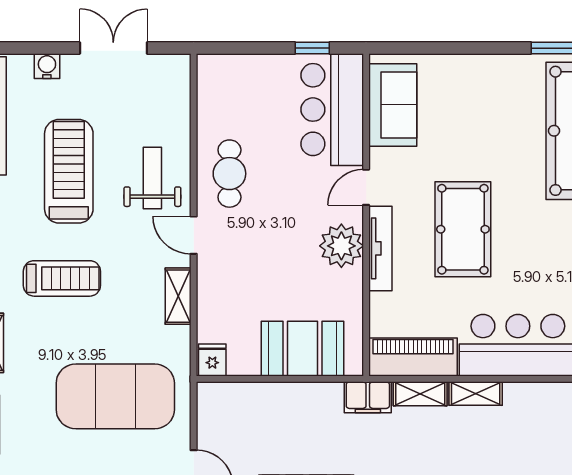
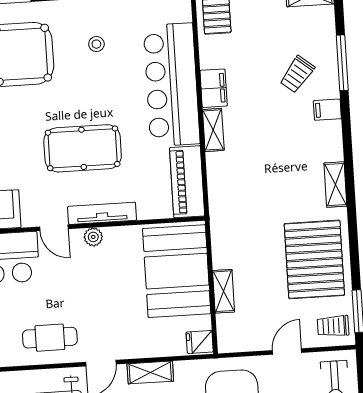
plant: (341, 246) -> (93, 237), width x0.53, depth x0.53
booth: (303, 349) -> (177, 271), width x1.36, depth x1.42
shelving: (420, 394) -> (224, 291), moved
filing cabinet: (368, 397) -> (214, 88), moved

